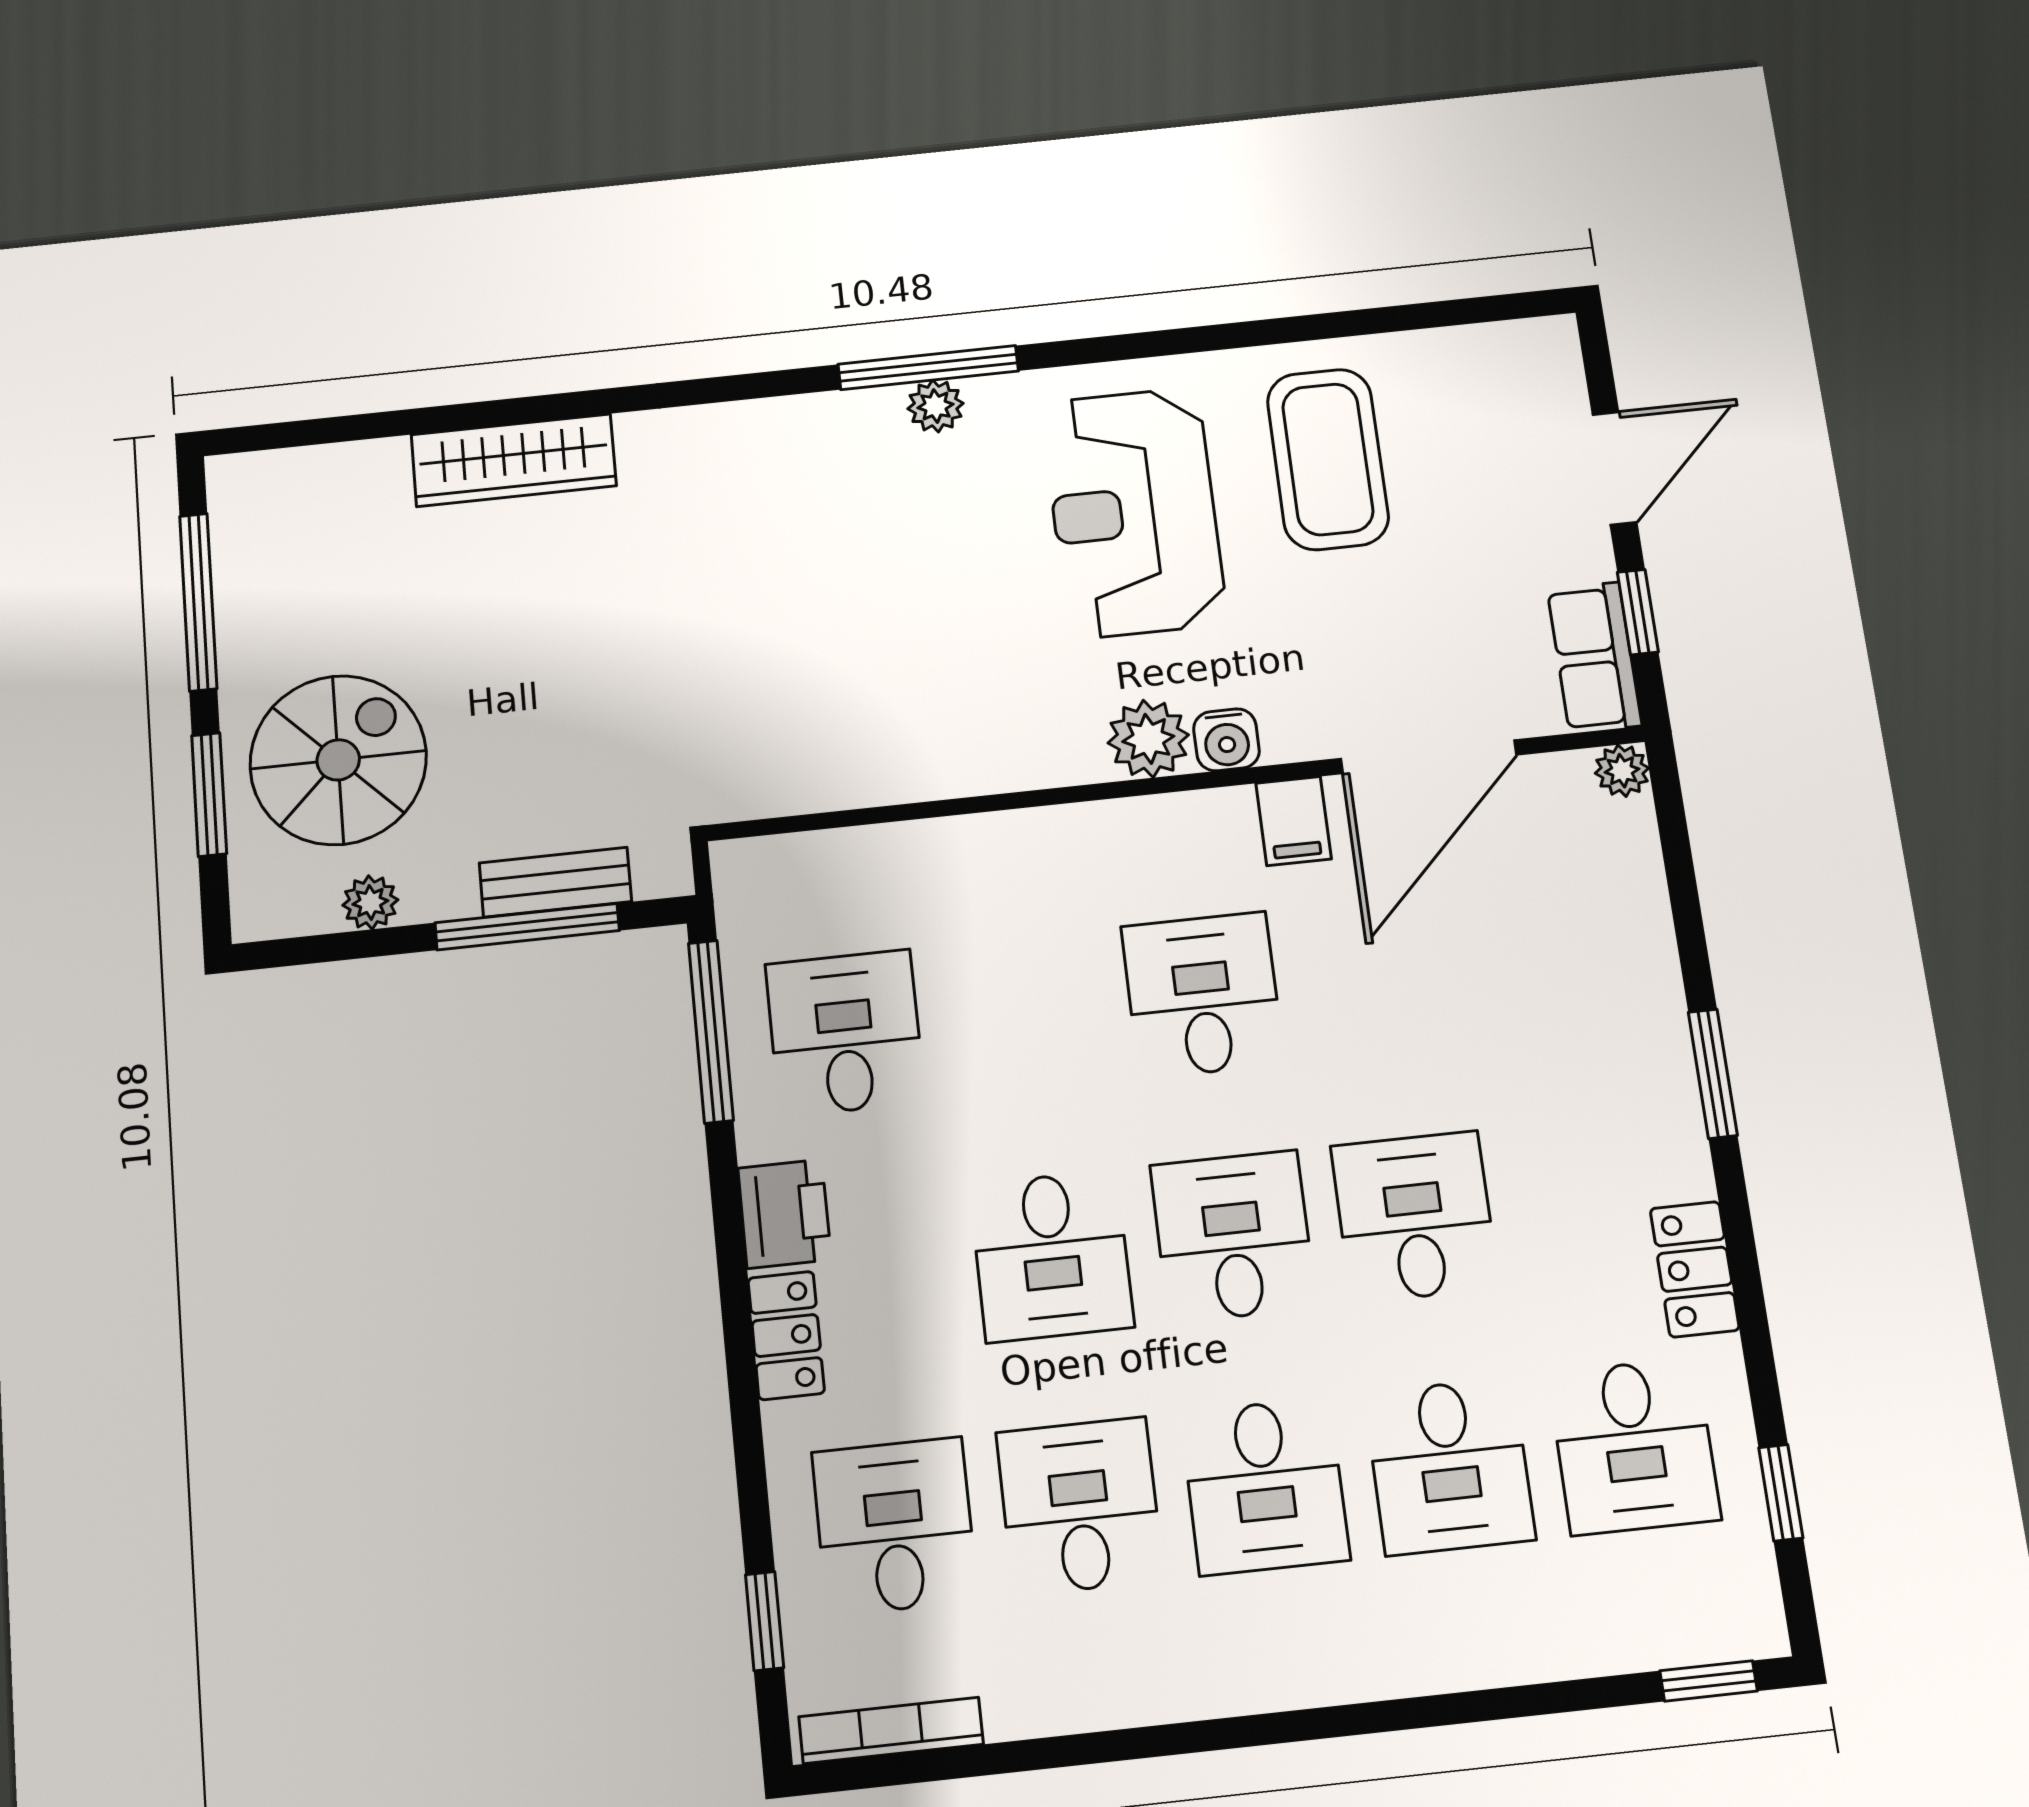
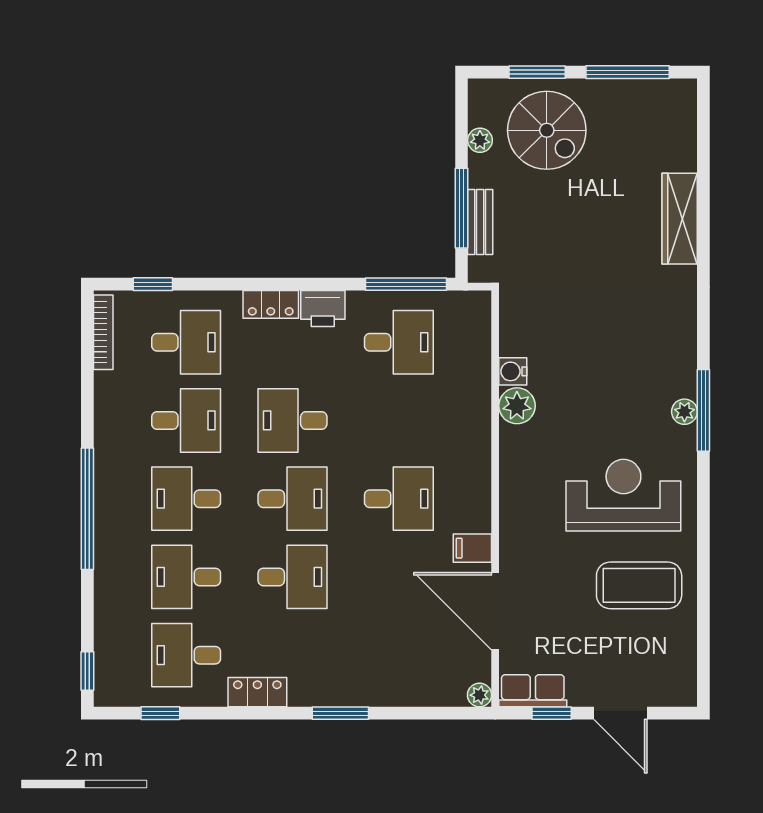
plant: (1148, 739) -> (517, 406), moved
water cooler: (1226, 740) -> (513, 371), moved
window: (1319, 1723) -> (87, 509), added

